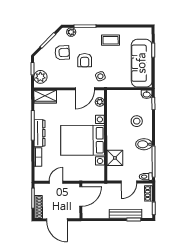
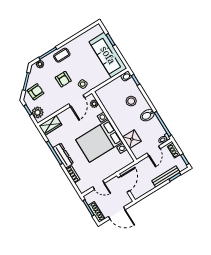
coffee table: (111, 40) -> (62, 55), moved
armchair: (62, 53) -> (36, 92), moved
door: (56, 182) -> (99, 185), swing flipped

